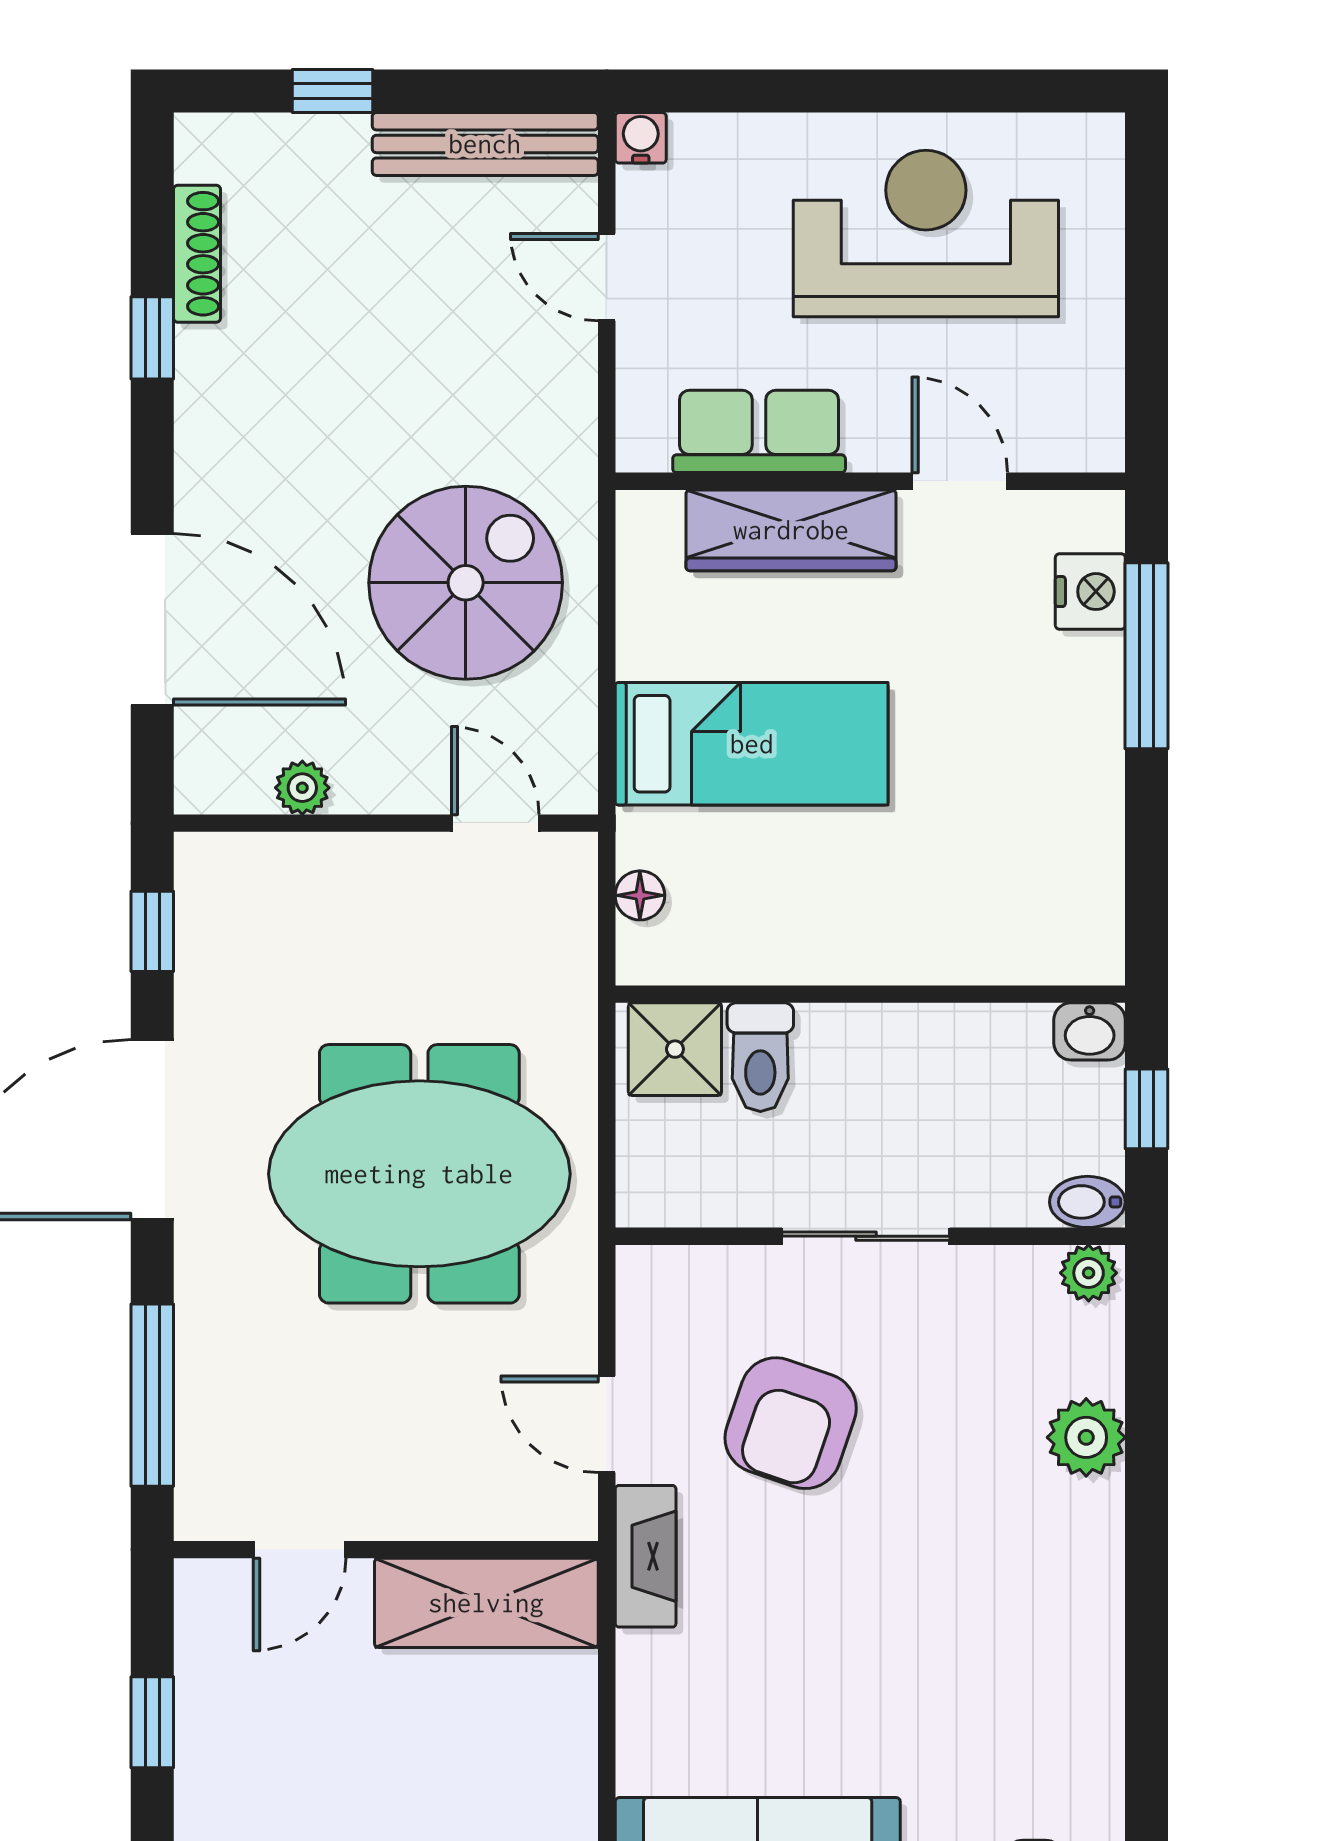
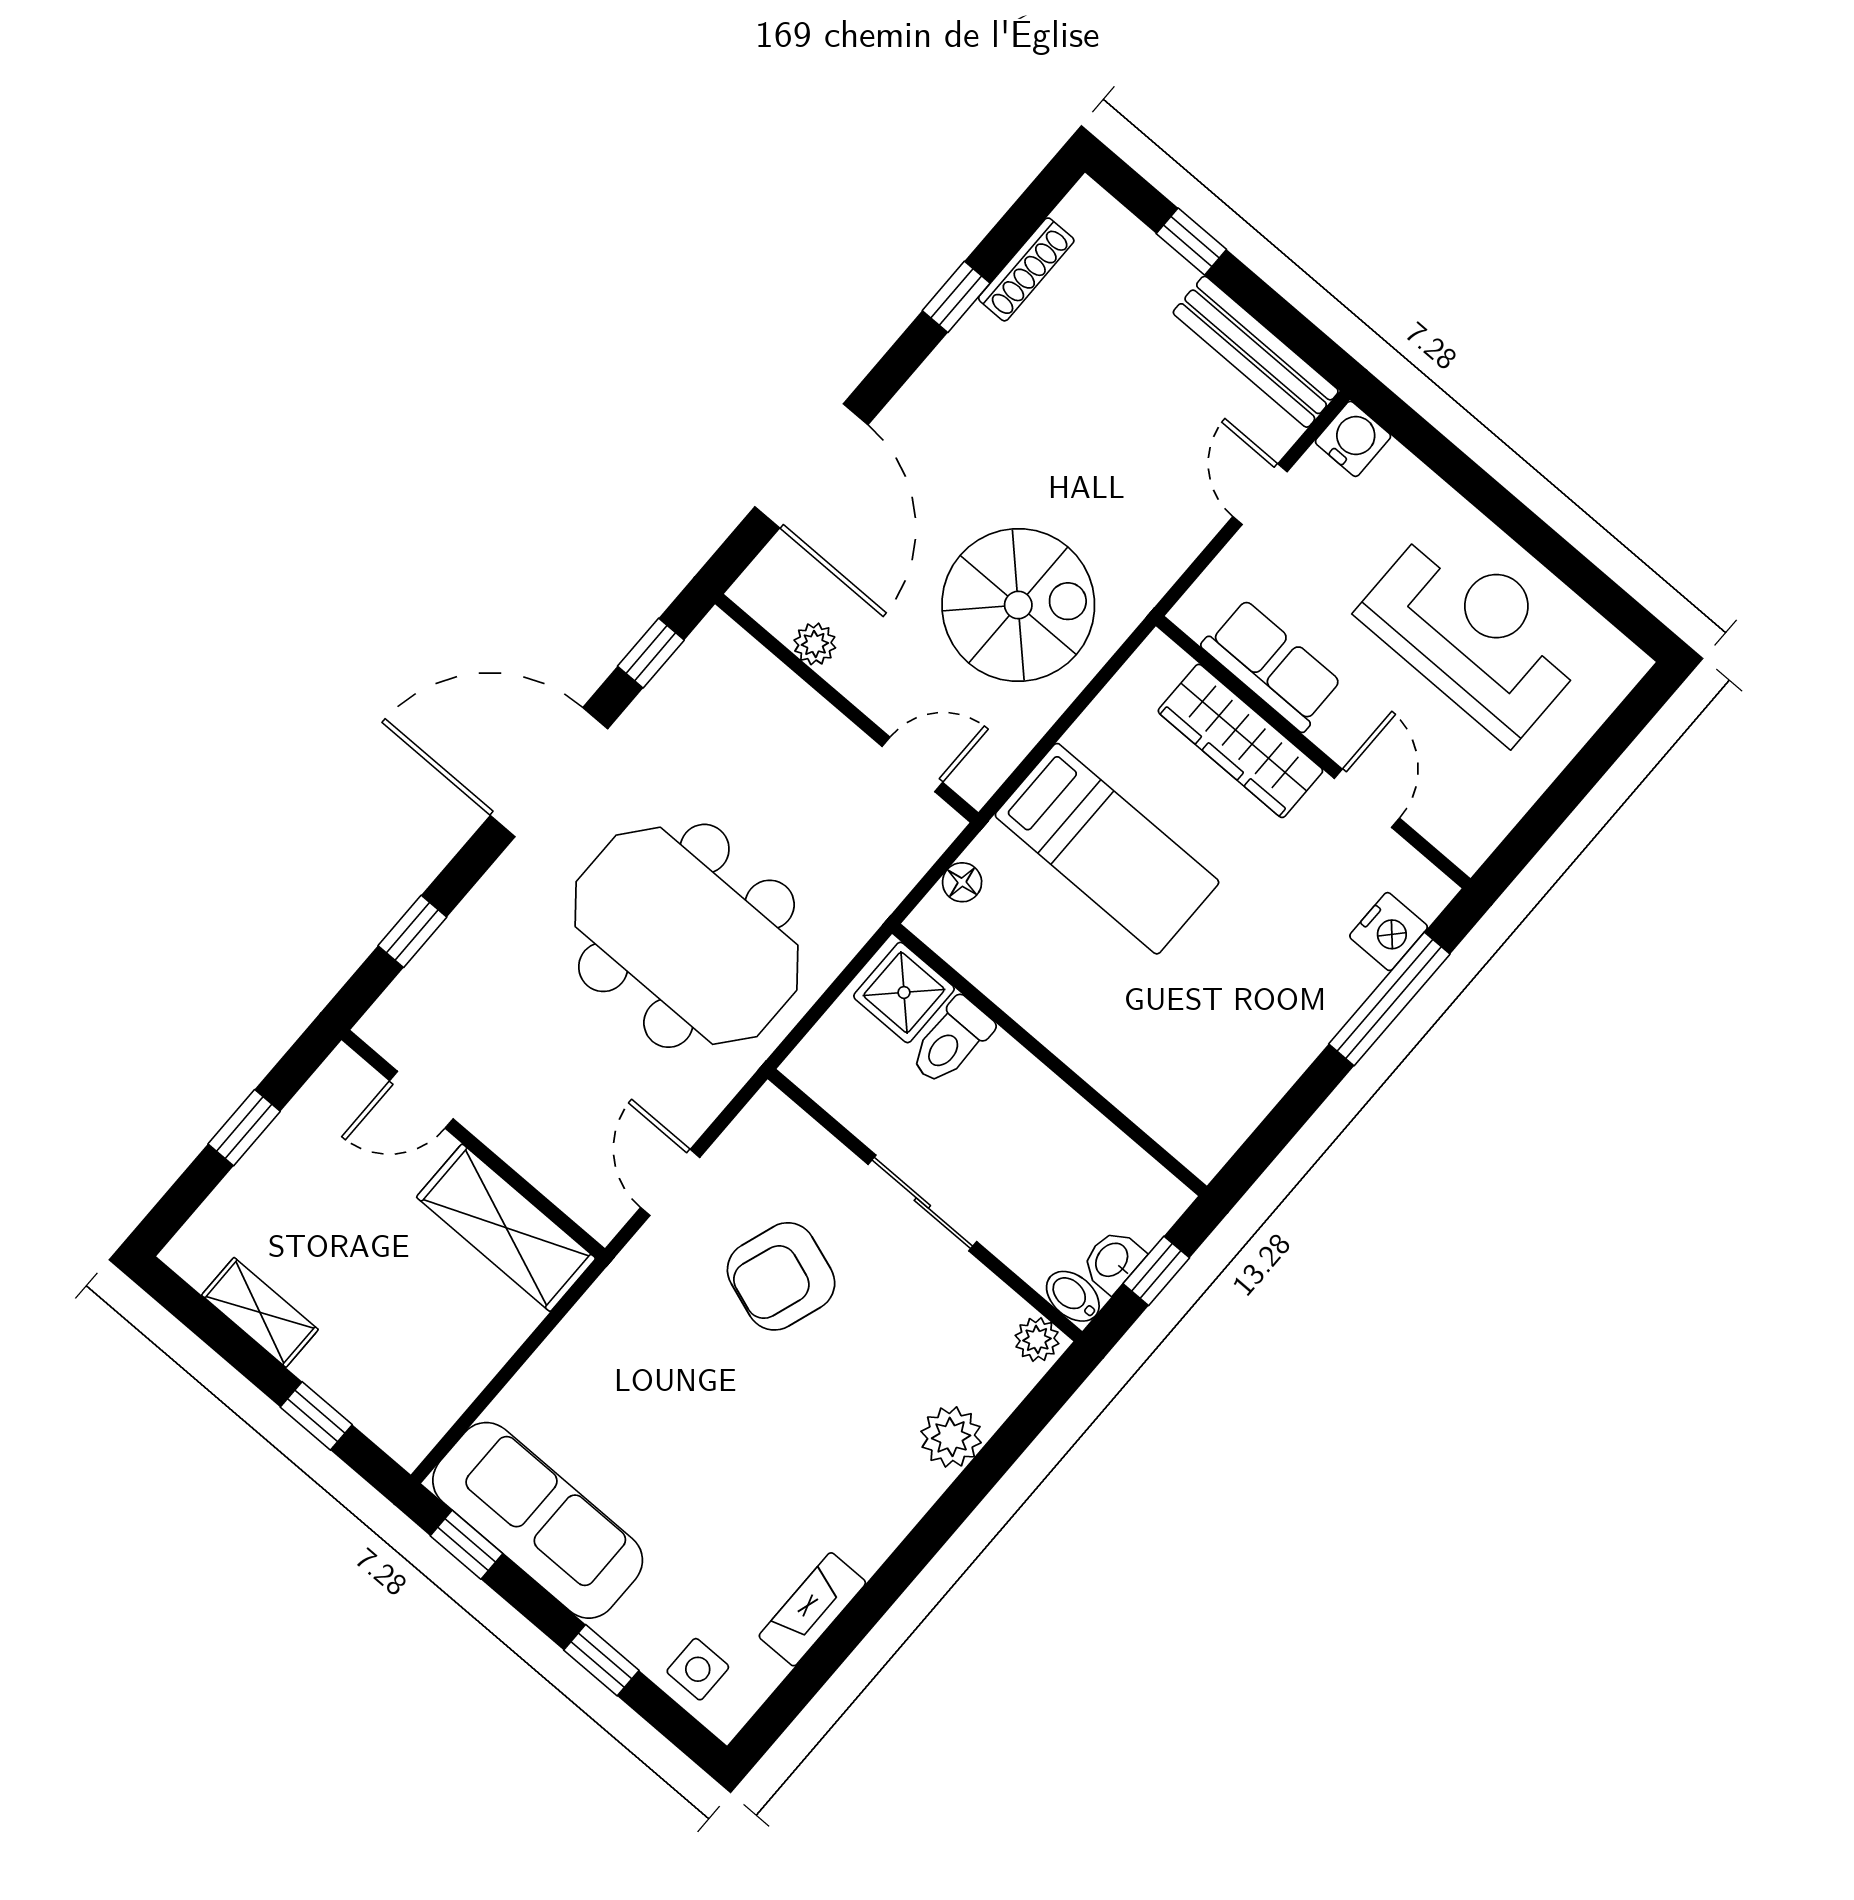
water cooler: (641, 138) -> (1353, 439), width x1.38, depth x1.38
door: (495, 823) -> (912, 764), hinge flipped
washbasin: (1090, 1031) -> (1113, 1261), moved, turned 90
window: (152, 1395) -> (412, 931), width x0.46
fireplace: (646, 1556) -> (812, 1609), moved, turned 180

